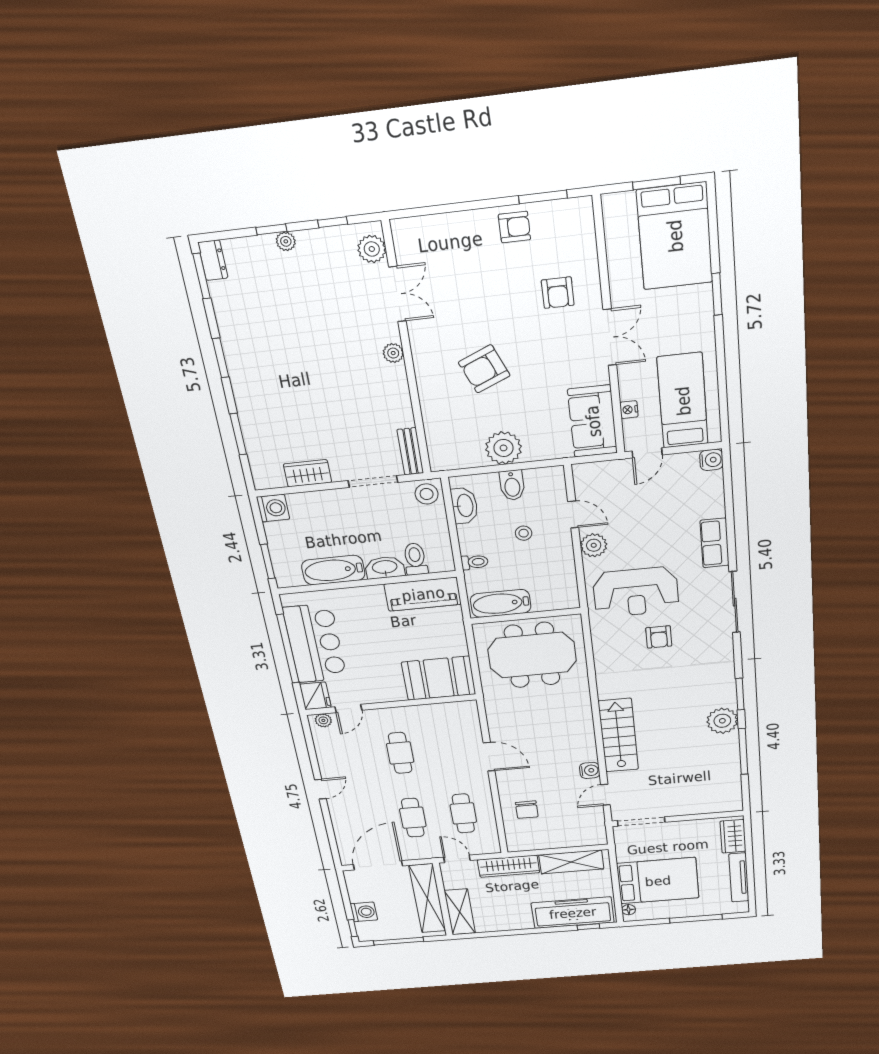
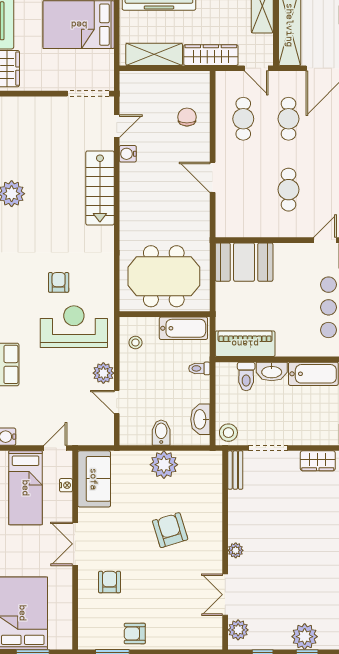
plant: (286, 241) -> (305, 637), width x1.88, depth x1.88
armchair: (484, 369) -> (170, 530), turned -84
stool: (524, 533) -> (135, 343), moved

